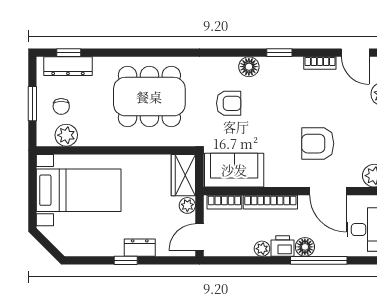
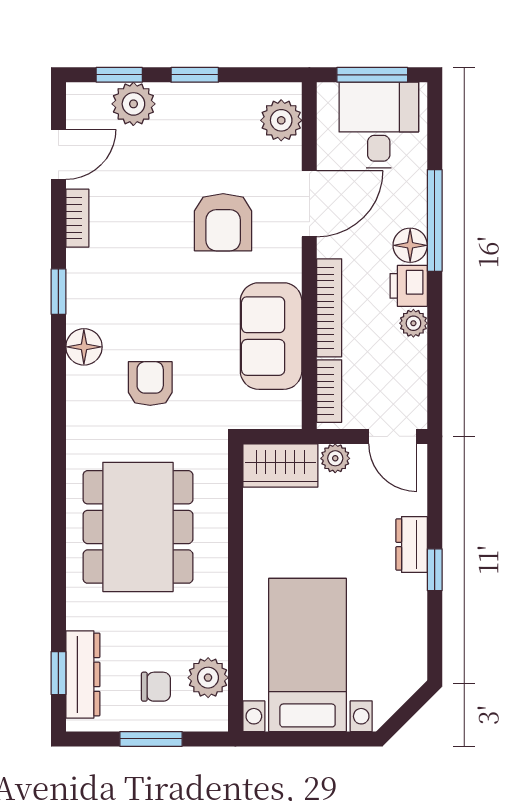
sofa: (234, 170) -> (271, 336), moved

